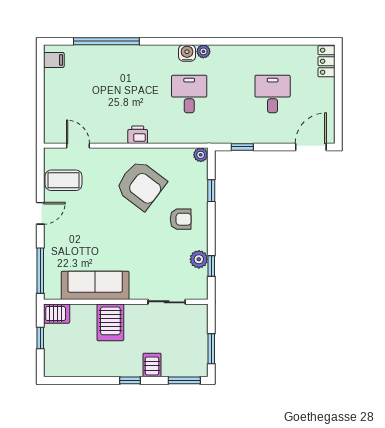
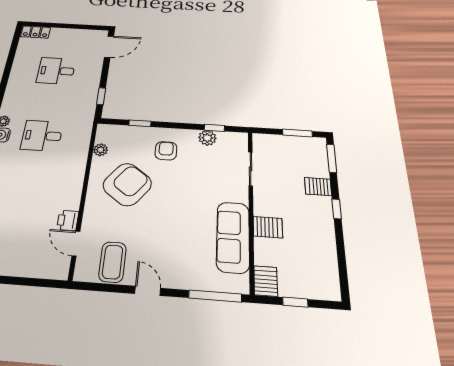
printer: (138, 135) -> (68, 220), moved
door: (78, 146) -> (76, 244), hinge flipped
door: (311, 147) -> (109, 47), swing flipped
plant: (201, 155) -> (100, 150), moved
server rack: (110, 322) -> (268, 227), width x0.73, depth x0.70

